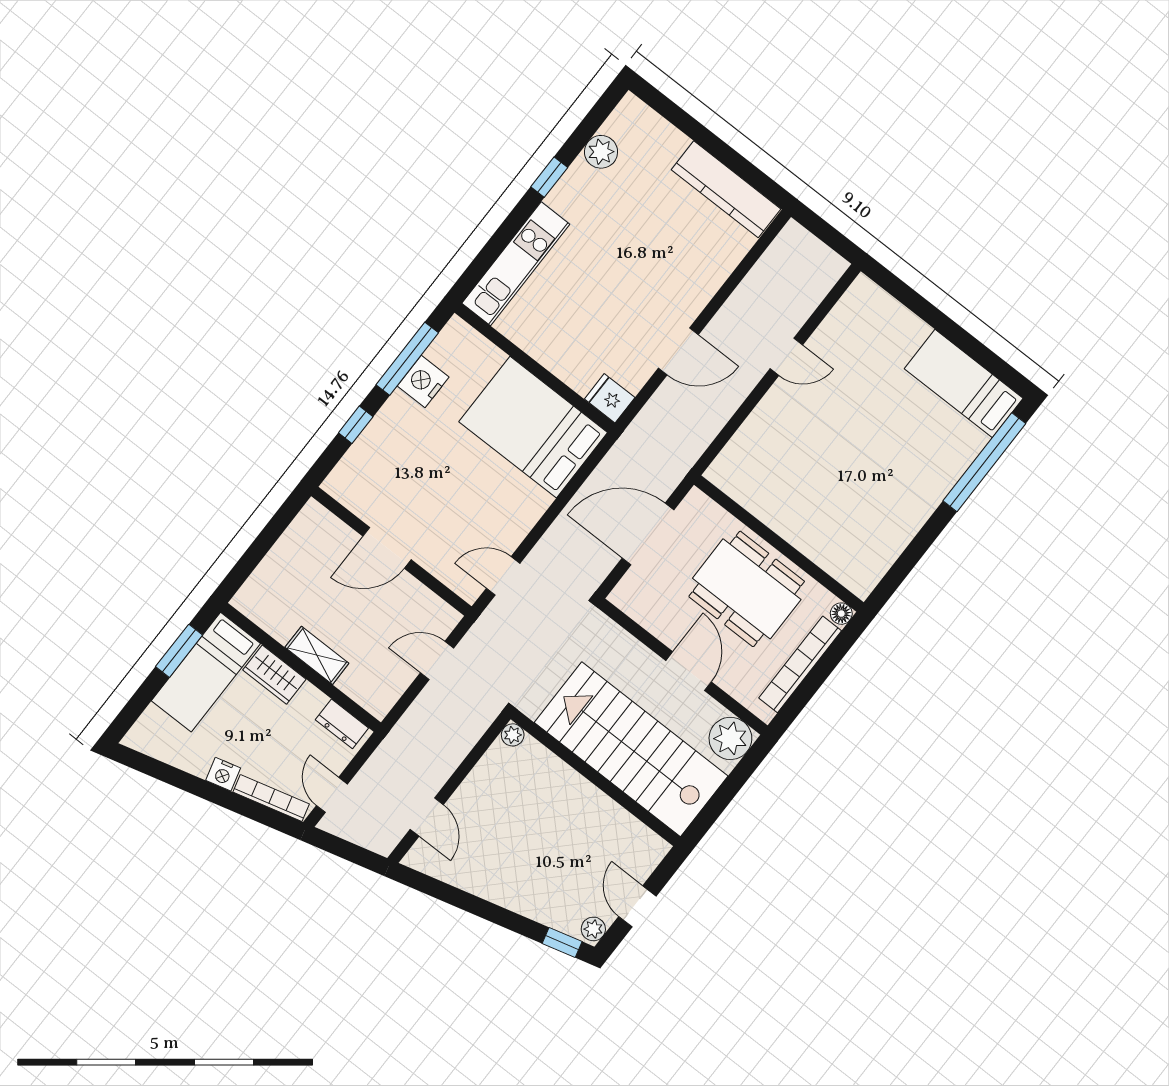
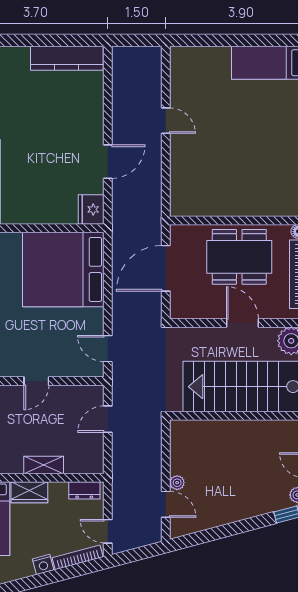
door: (786, 357) -> (166, 121), hinge flipped
fridge: (610, 398) -> (91, 209), width x1.38
bed: (533, 427) -> (63, 269), width x1.36
door: (387, 548) -> (36, 381), width x0.73
door: (503, 576) -> (108, 349), hinge flipped
plant: (513, 735) -> (177, 483), moved

